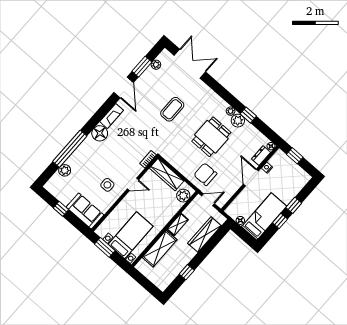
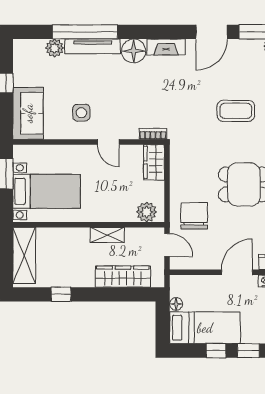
tv unit: (80, 151) -> (93, 46), added
wardrobe: (167, 175) -> (154, 162), width x0.67
shelving: (160, 249) -> (24, 256), moved, turned 90

